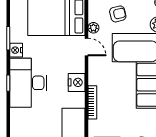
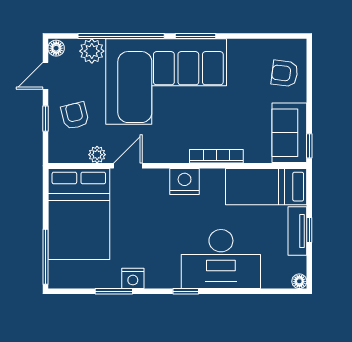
desk: (28, 83) -> (221, 259), moved

